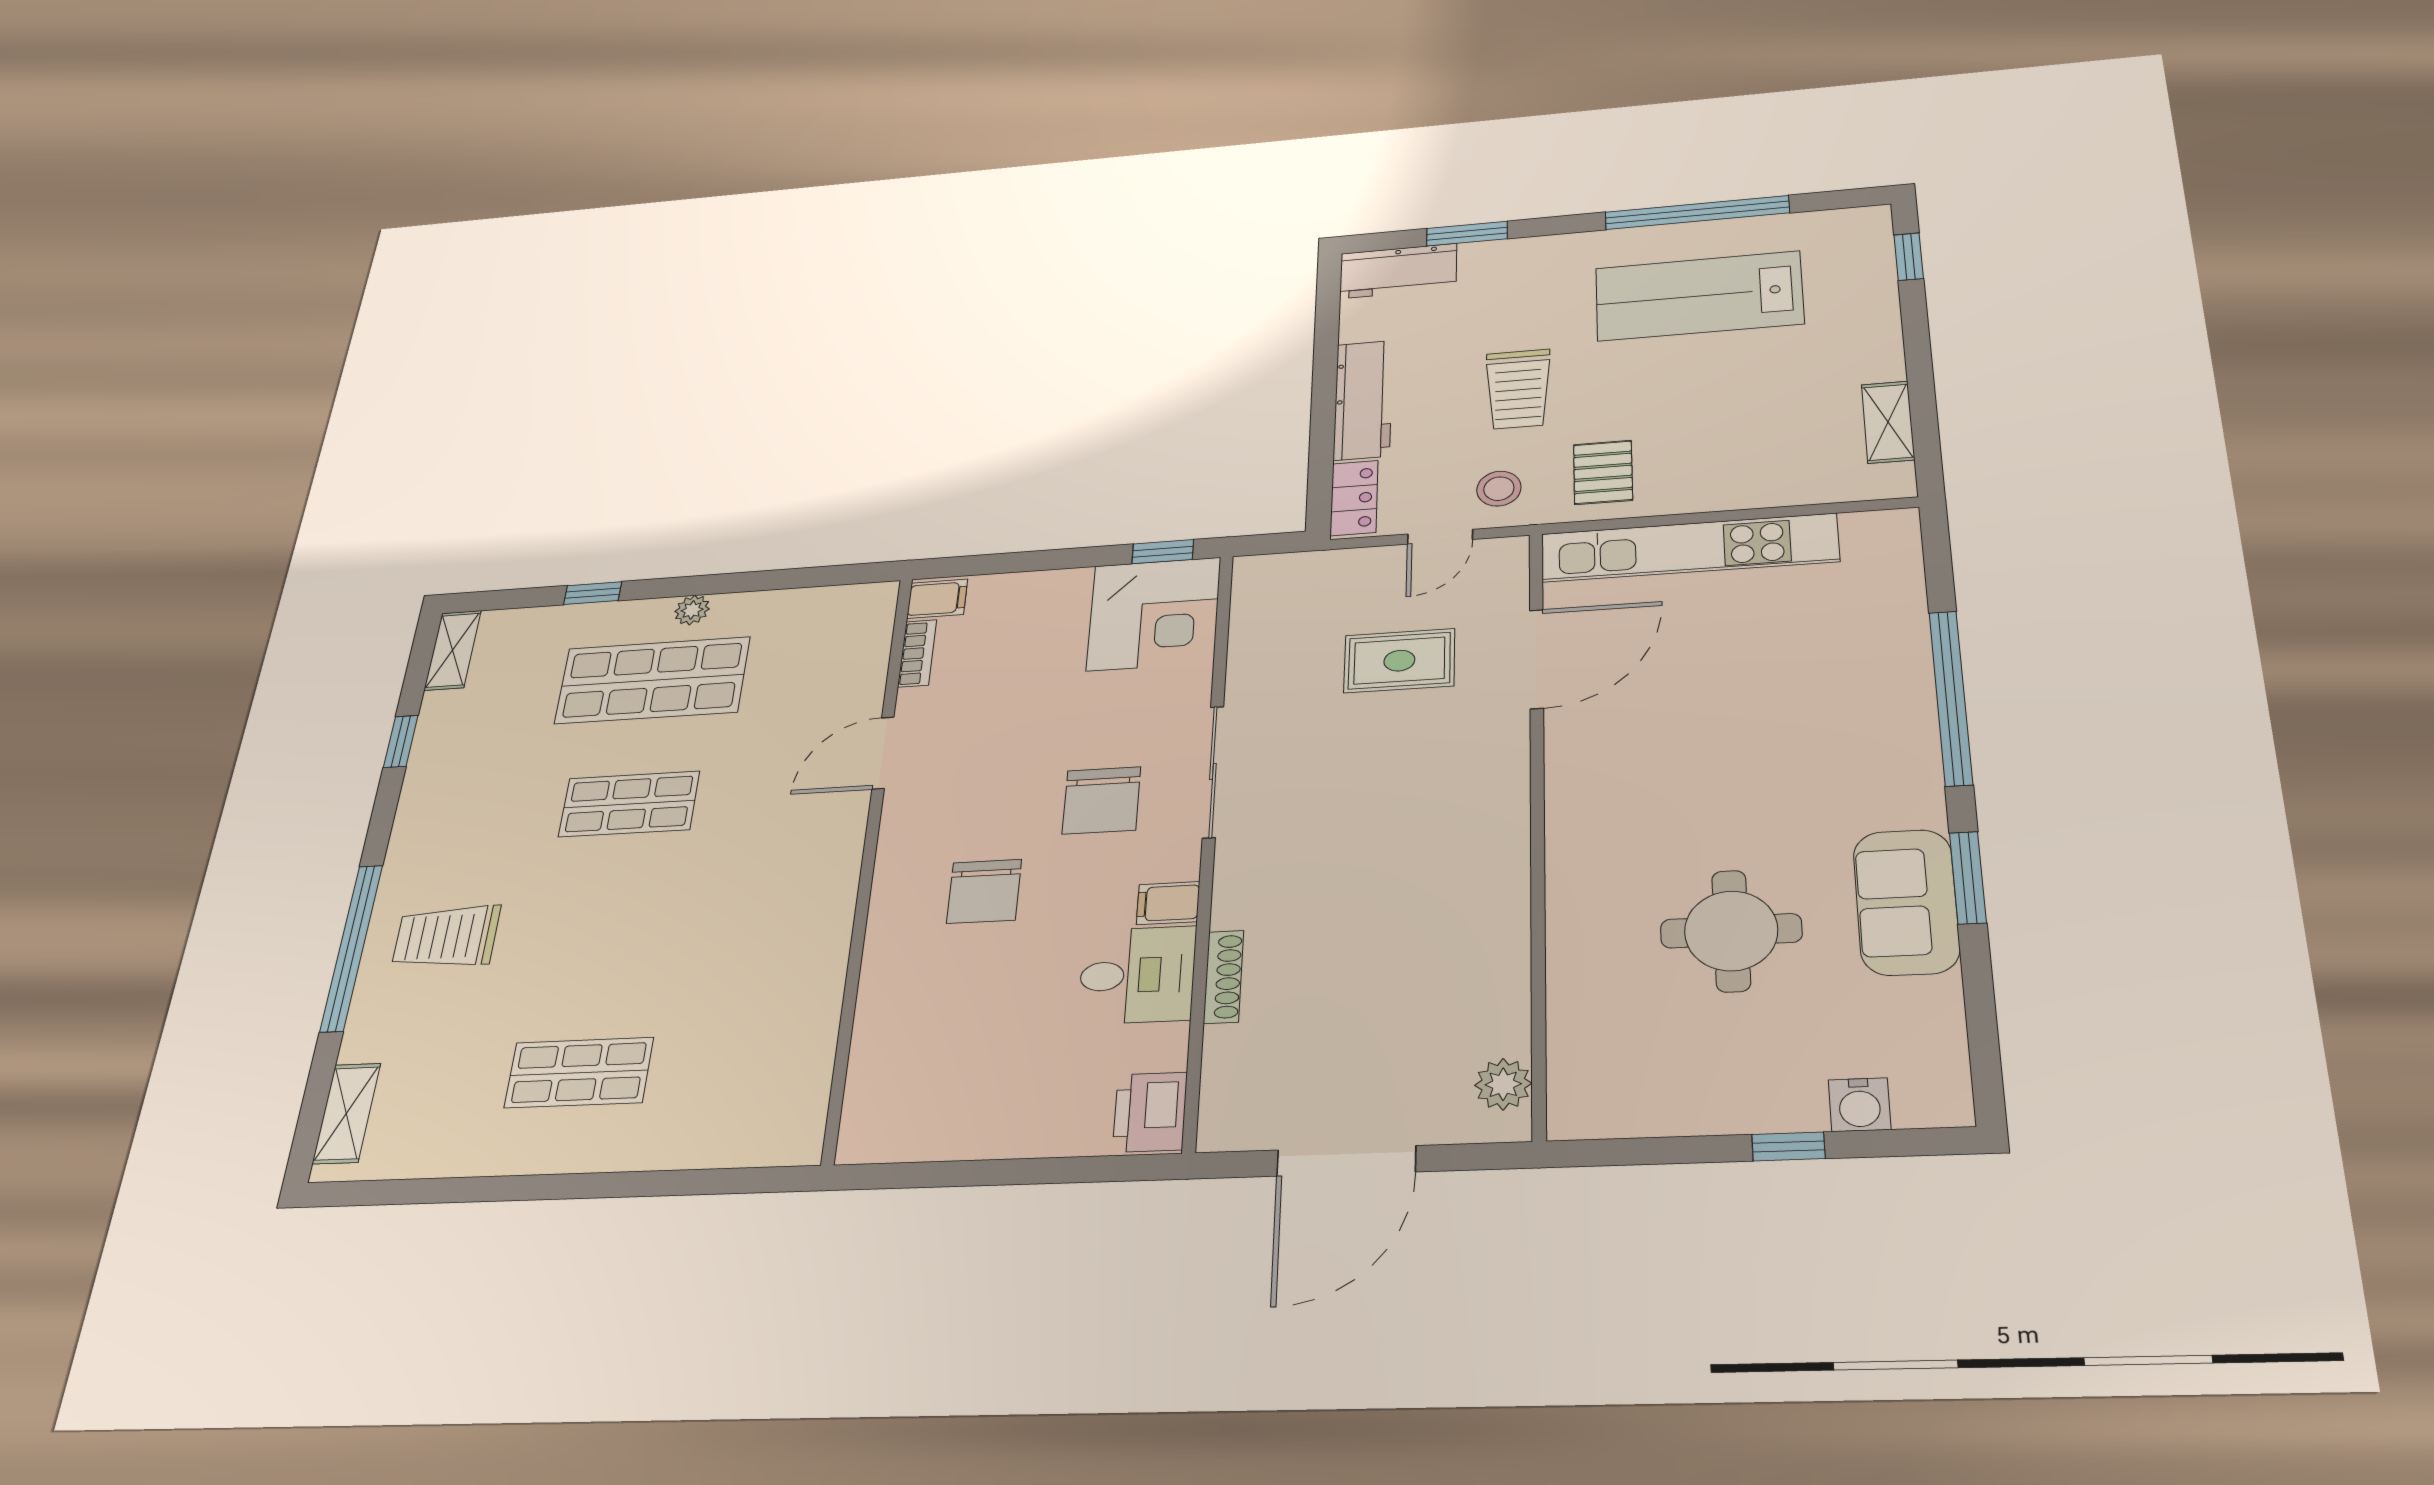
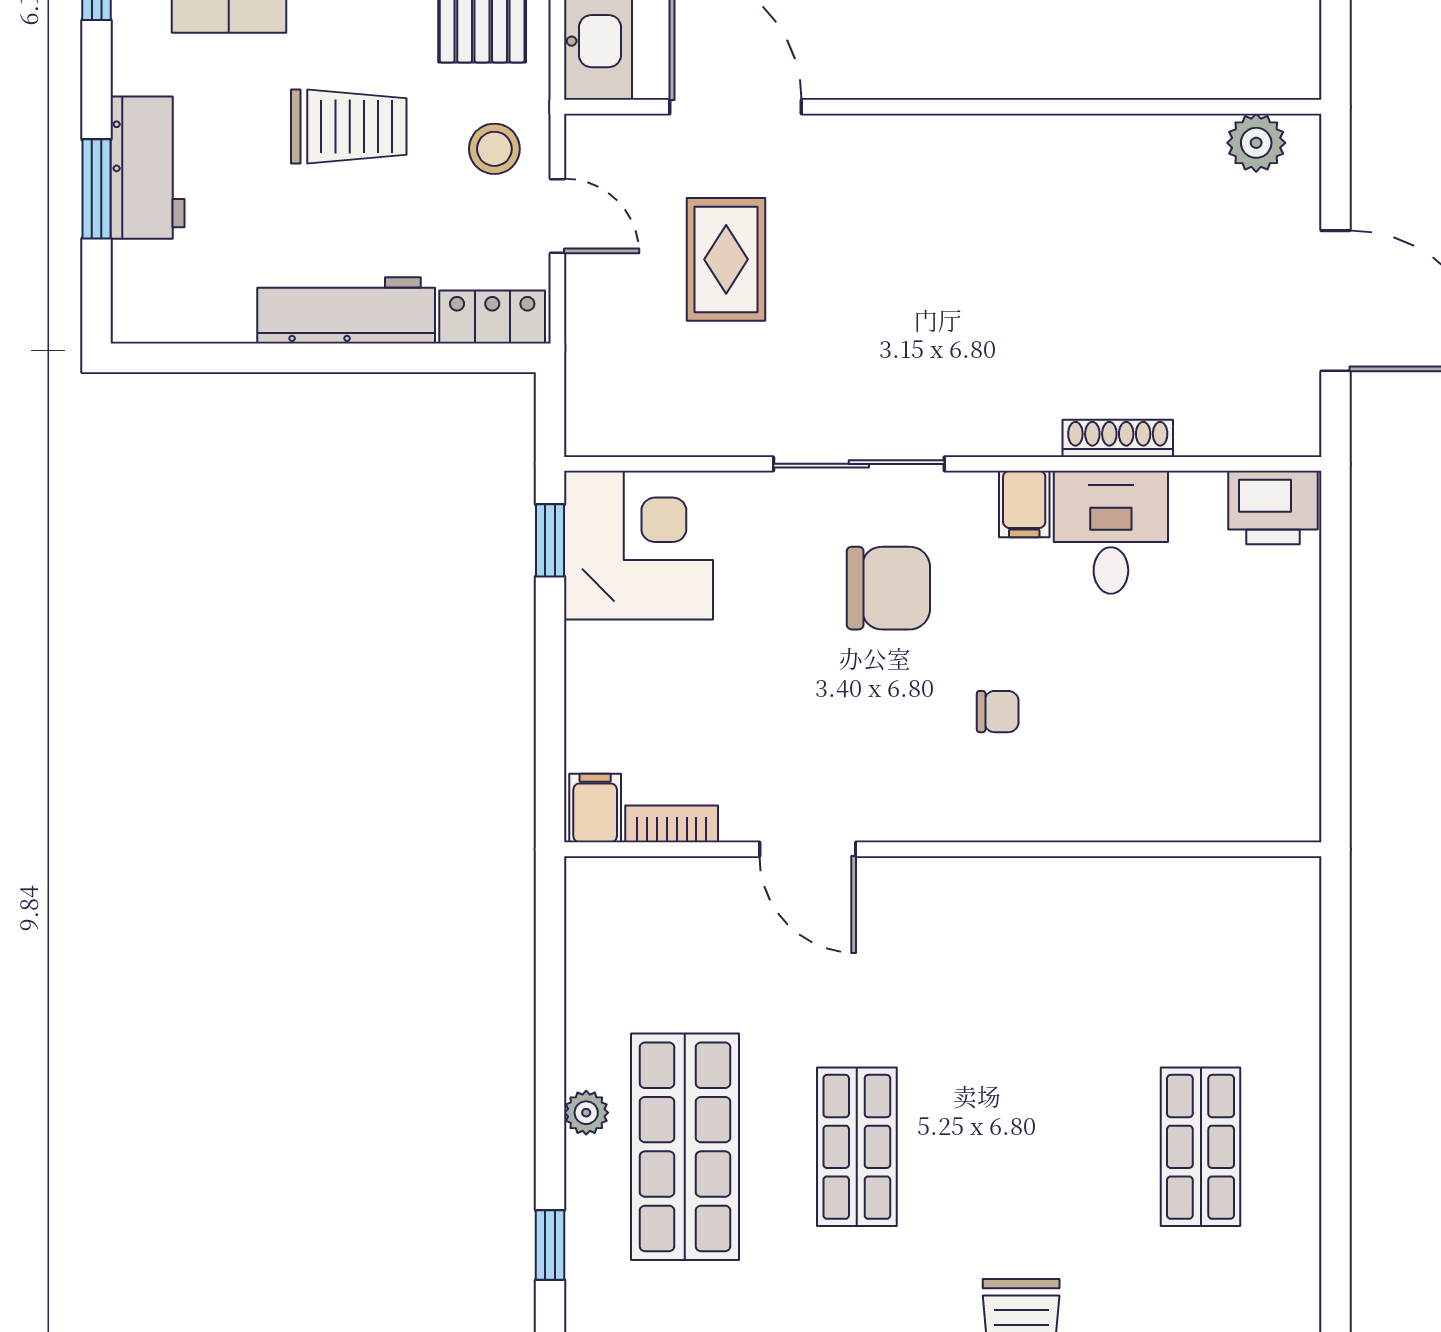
workbench: (1398, 271) -> (147, 168), moved
chair: (984, 891) -> (998, 712), width x0.54, depth x0.54

